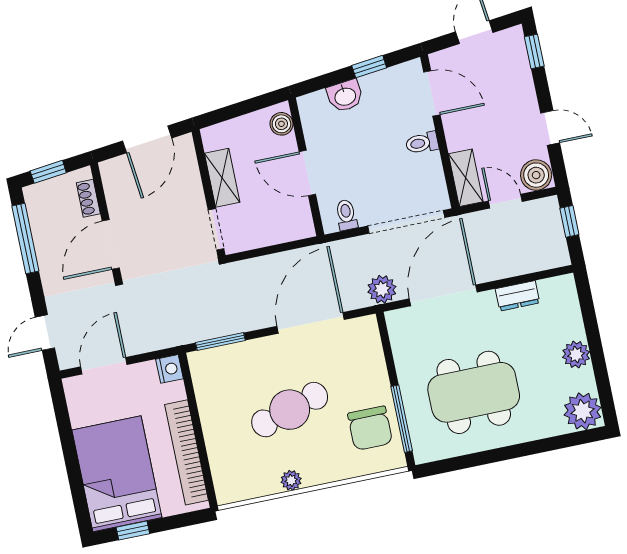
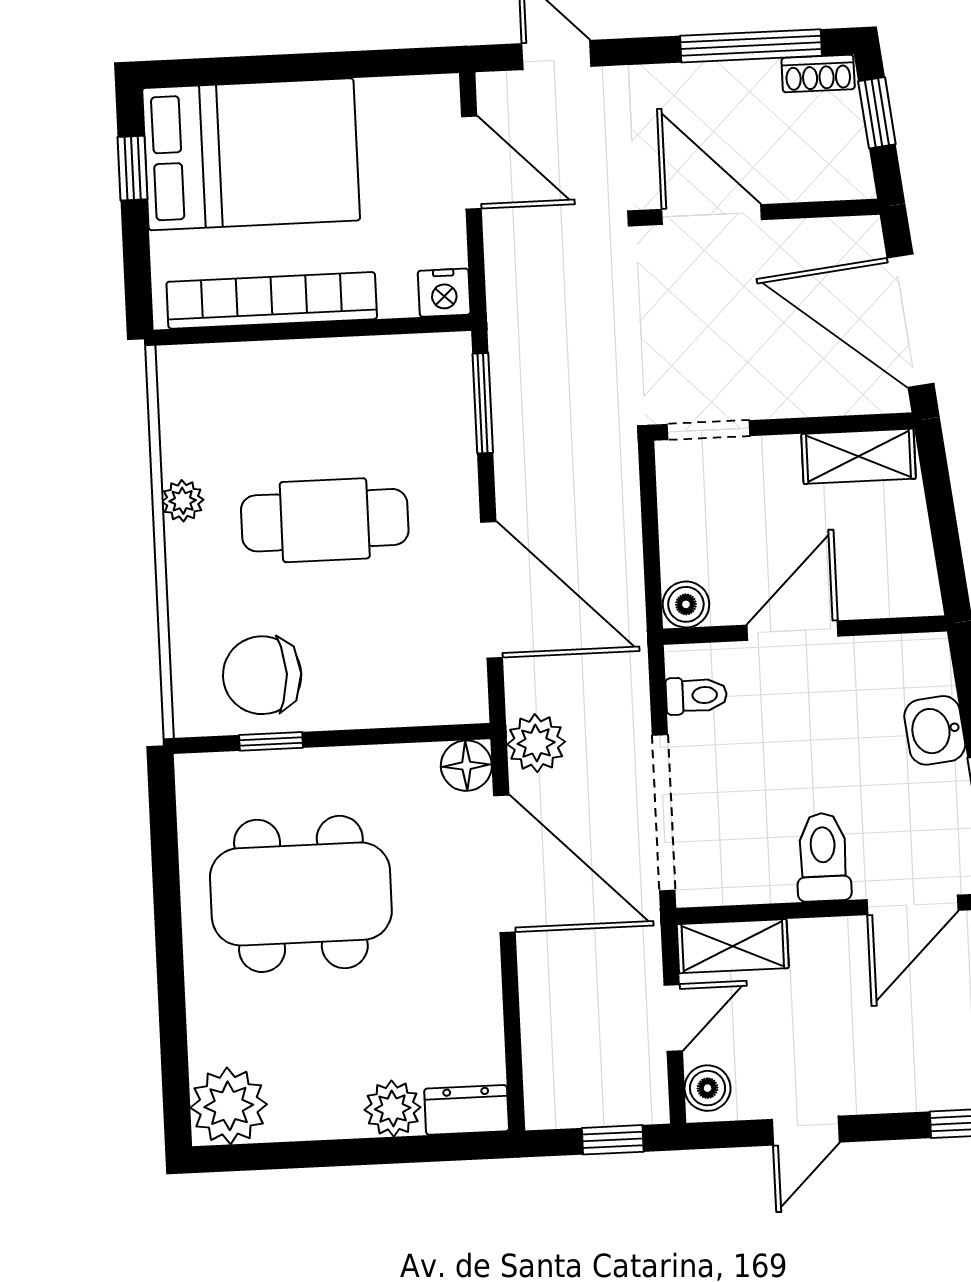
boiler: (281, 124) -> (686, 604), moved
door: (147, 139) -> (911, 321), width x1.36
toilet: (422, 143) -> (823, 857), width x1.37, depth x1.39
boiler: (536, 175) -> (708, 1088), width x0.73, depth x0.73
shelving: (222, 178) -> (859, 456), moved
shoe rack: (88, 198) -> (818, 74), moved, turned 180
dresser: (518, 296) -> (467, 1110), moved, turned 90
floor lamp: (398, 322) -> (466, 766), added
plant: (576, 355) -> (393, 1108), moved
dining table: (474, 392) -> (301, 894), turned 90
cafe table: (290, 410) -> (325, 520), turned -73
window: (402, 419) -> (271, 741), width x0.46

